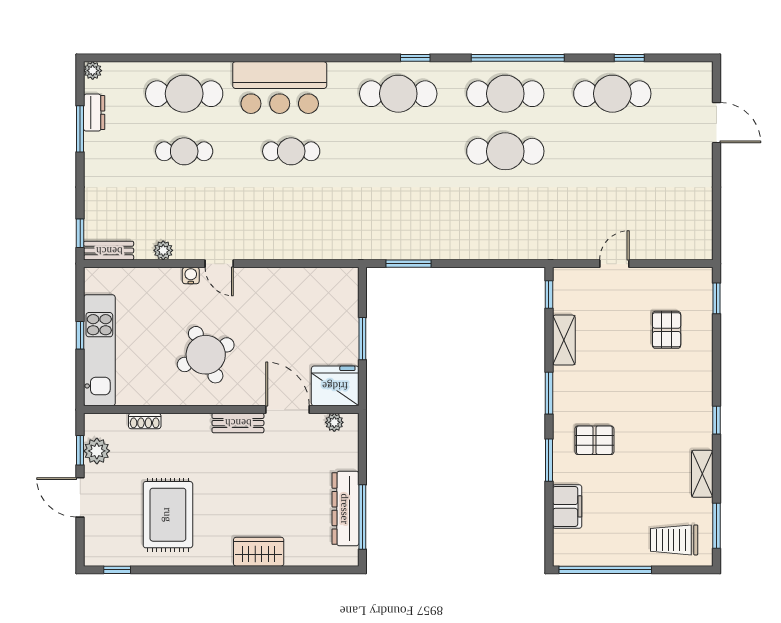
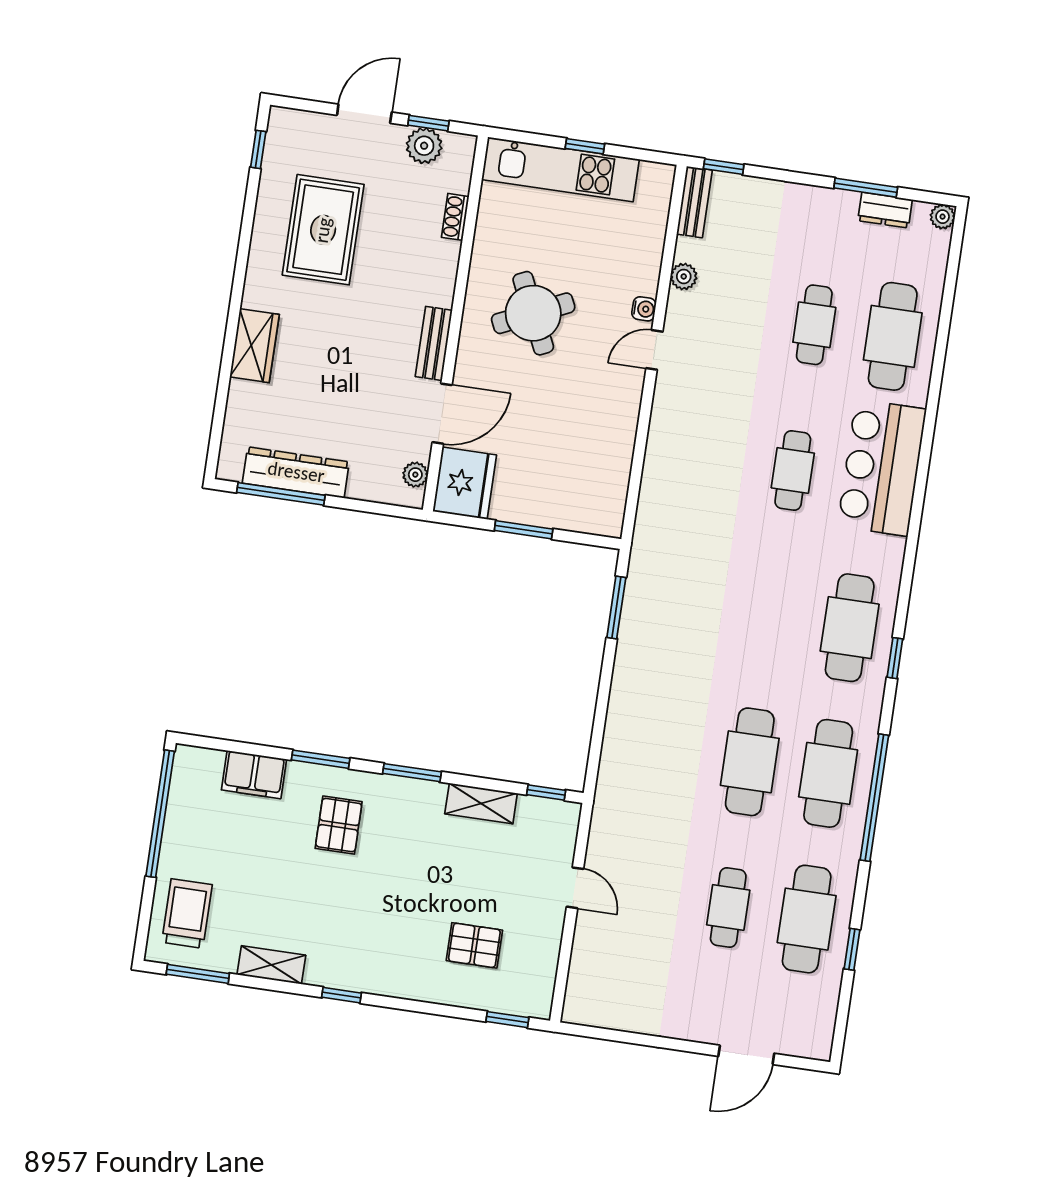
cafe table: (612, 151) -> (728, 907), added
rug: (168, 515) -> (323, 230), turned 90

